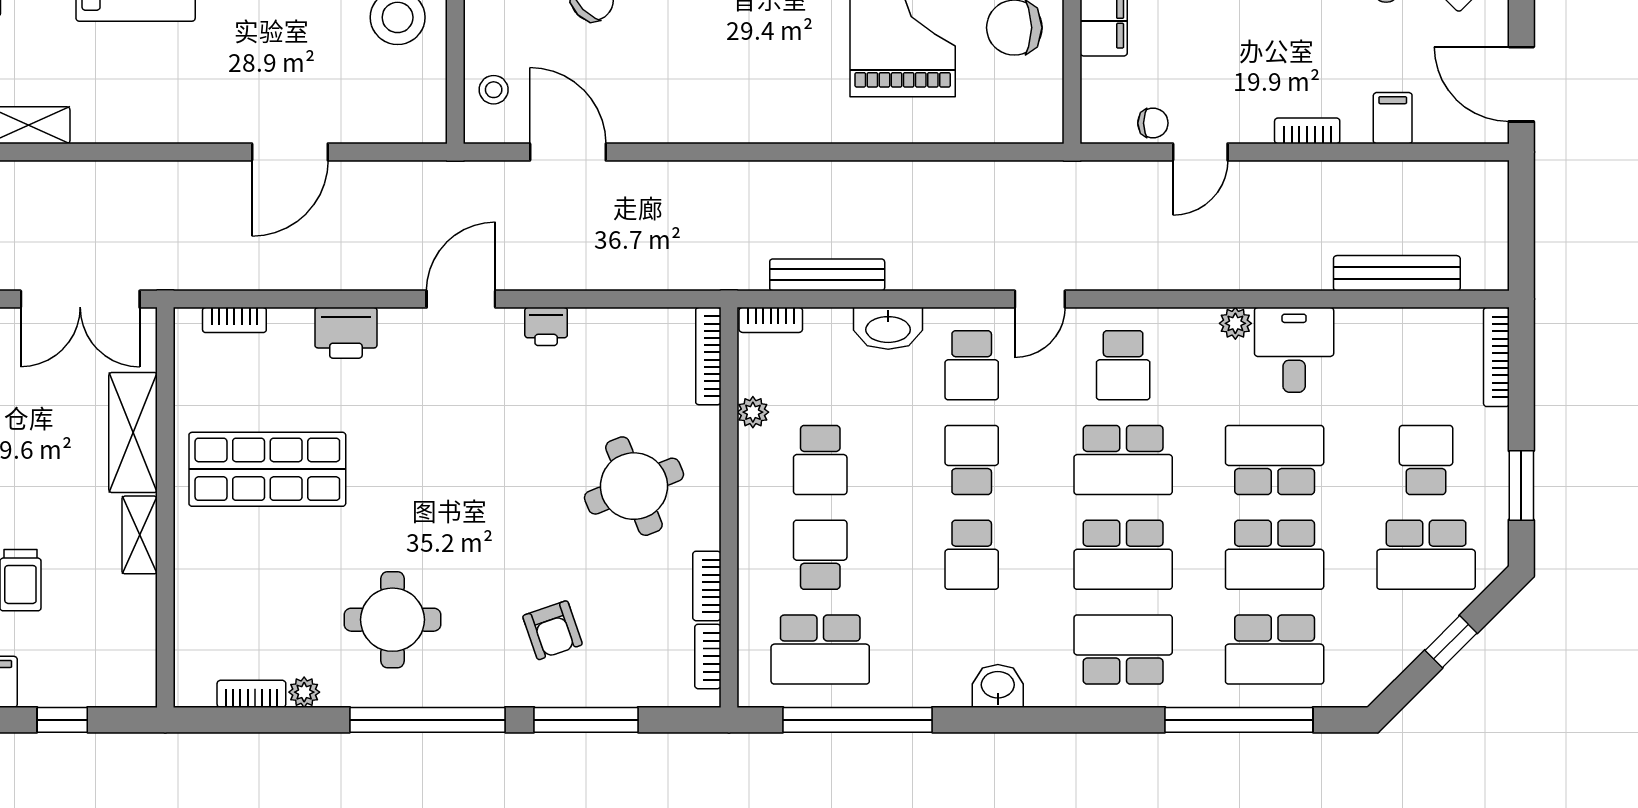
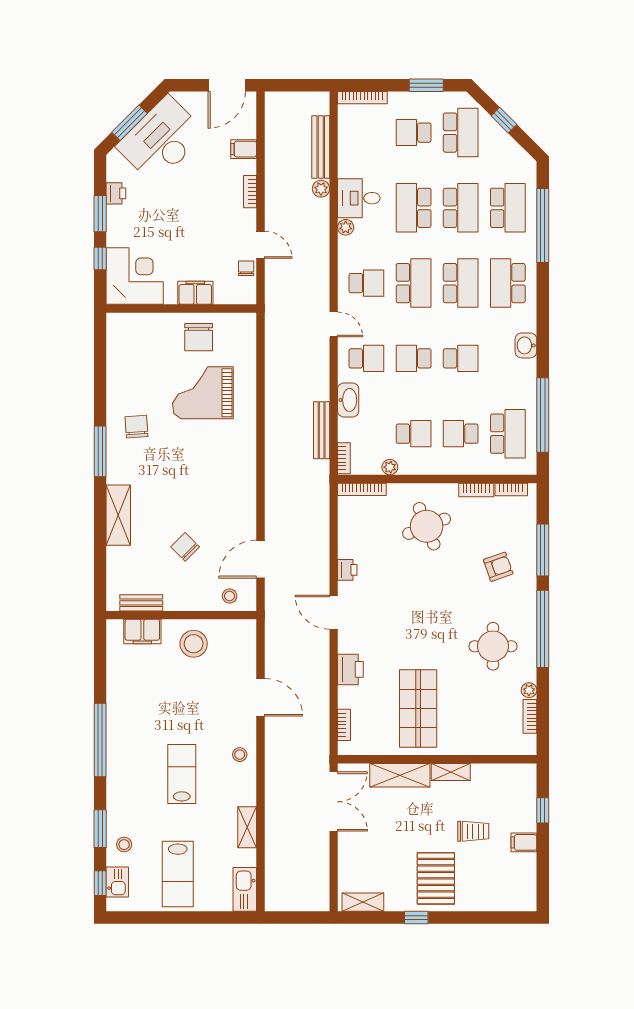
stool: (175, 110) -> (240, 755), added
plant: (1313, 274) -> (321, 189), added

